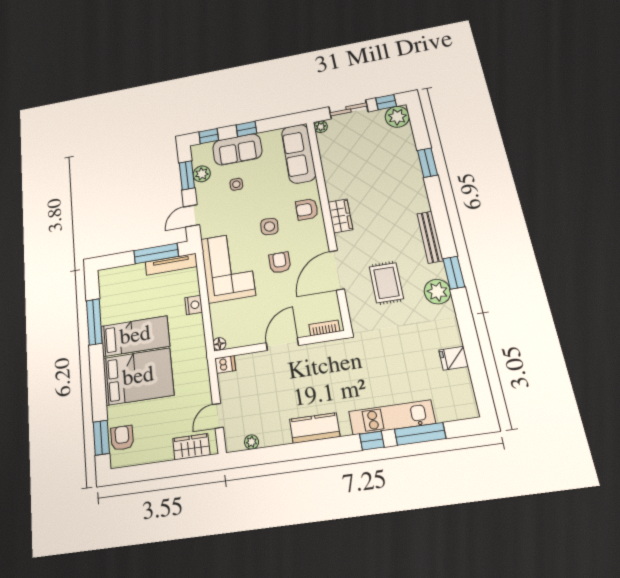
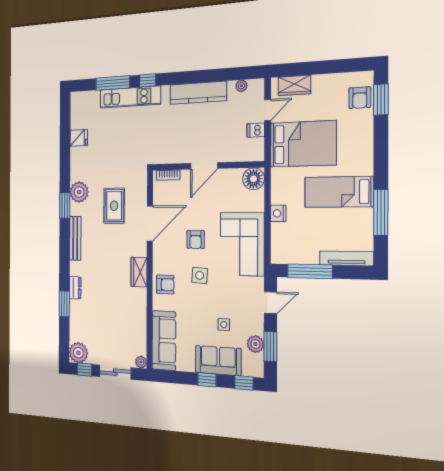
dresser: (417, 183) -> (75, 288), added
tv unit: (171, 264) -> (346, 258), moved
floor lamp: (219, 344) -> (253, 179), width x1.89, depth x1.89
dishwasher: (225, 364) -> (256, 130), moved
bed: (138, 377) -> (303, 144), moved, turned 180
kitchen counter: (315, 428) -> (198, 93), width x1.50

